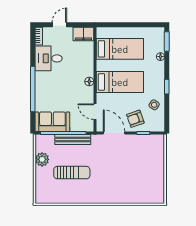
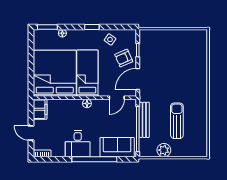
bed: (120, 49) -> (55, 73), width x2.04
desk: (49, 58) -> (78, 144), moved
armchair: (135, 119) -> (124, 58), turned 85
sofa: (52, 122) -> (117, 147), moved, turned 90

